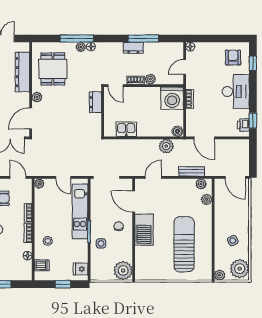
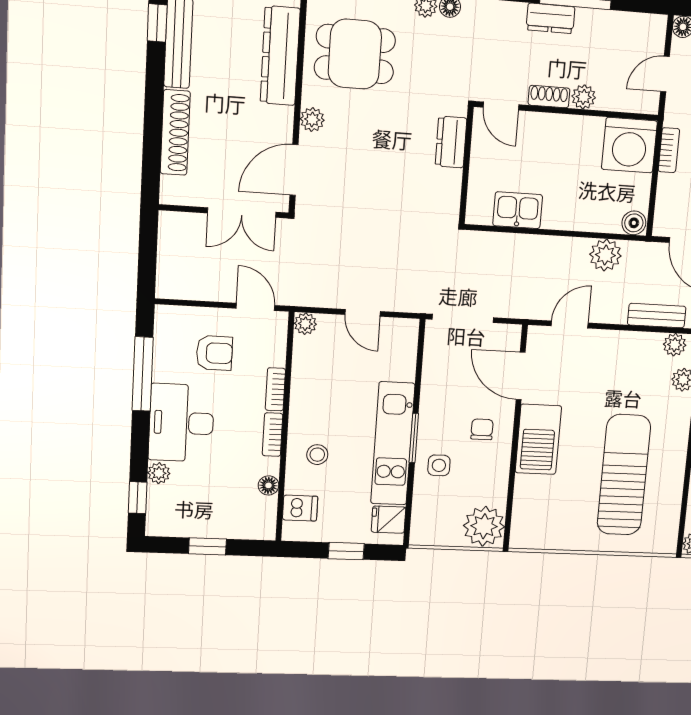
dining table: (53, 69) -> (355, 54), turned 90
kitchen unit: (80, 211) -> (393, 444), moved

